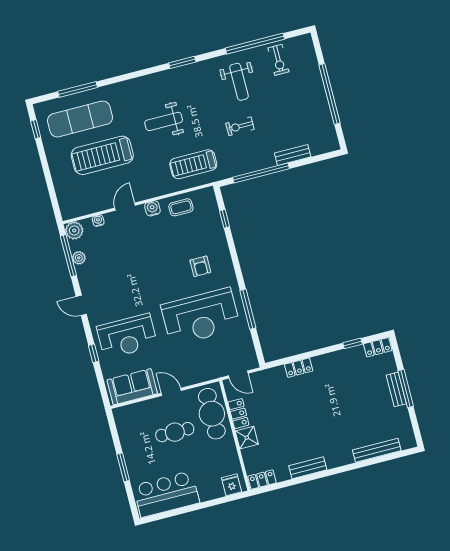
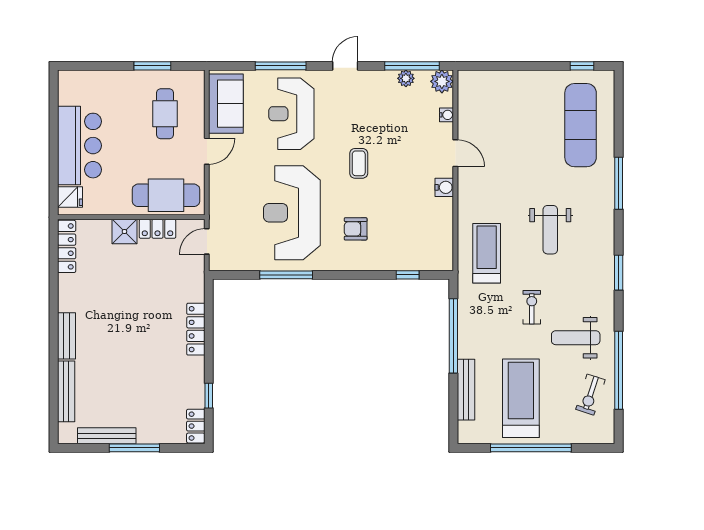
exercise bike: (278, 60) -> (590, 395), turned -72
window: (78, 89) -> (619, 183), moved
weight bench: (164, 121) -> (550, 230), turned 180
exercise bike: (240, 126) -> (532, 307), moved
treadmill: (102, 155) -> (521, 398), moved
bench: (293, 155) -> (466, 390), width x1.36
coffee table: (181, 207) -> (359, 163), moved
window: (94, 353) -> (281, 66), width x2.17
locker: (299, 368) -> (196, 329), width x1.53
bench: (396, 389) -> (107, 436), moved, width x1.36
cafe table: (175, 432) -> (165, 114), moved
window: (123, 467) -> (152, 66), moved
bench: (308, 468) -> (66, 336), moved
locker: (262, 480) -> (67, 246), width x1.53
bar counter: (166, 494) -> (79, 146), moved

